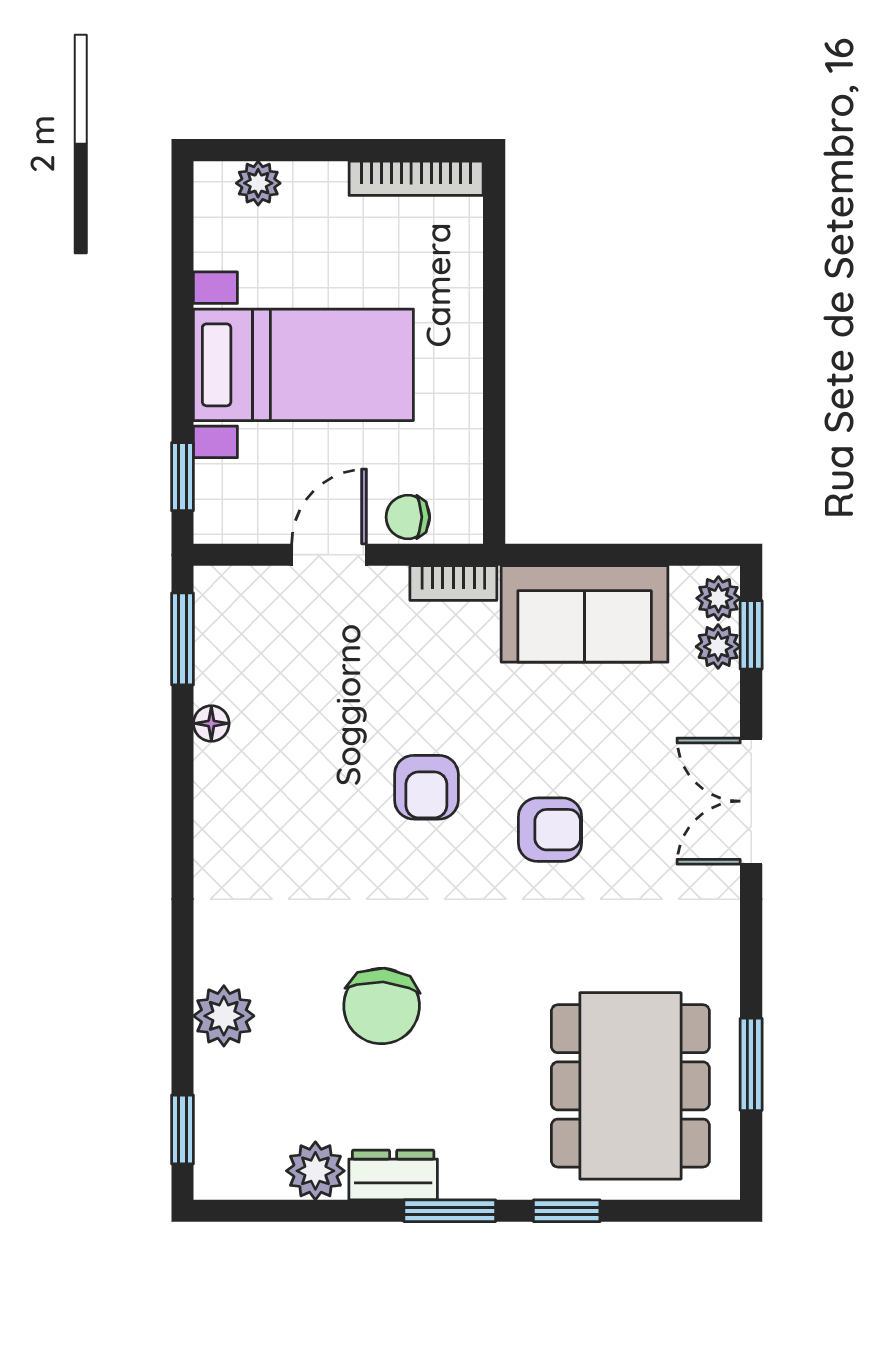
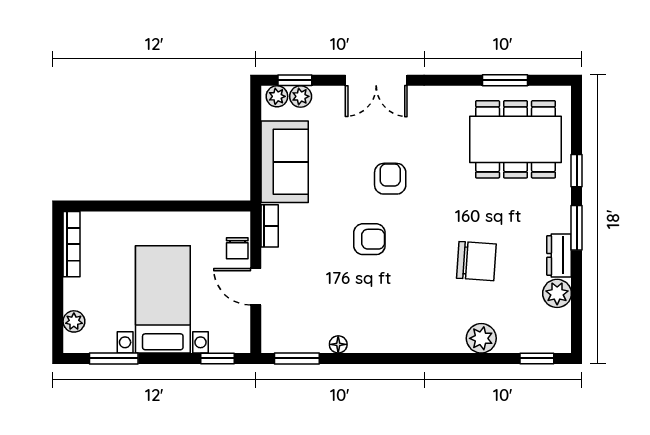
window: (183, 265) -> (114, 358), added

